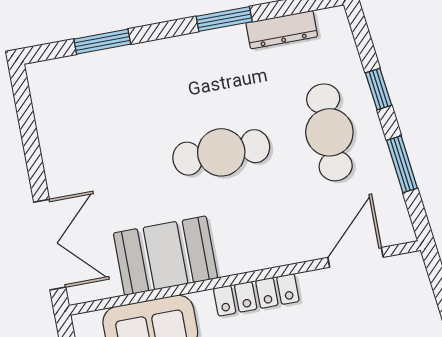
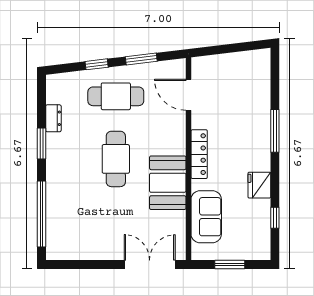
dresser: (282, 30) -> (53, 118), width x0.70
window: (102, 42) -> (41, 214), width x2.11
booth: (165, 256) -> (168, 183), moved

